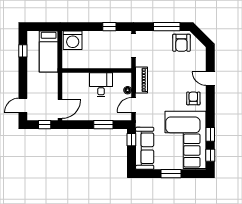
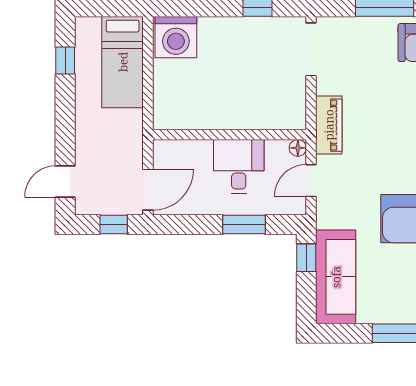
wall: (97, 70) -> (229, 135), moved
desk: (101, 85) -> (239, 166), moved

